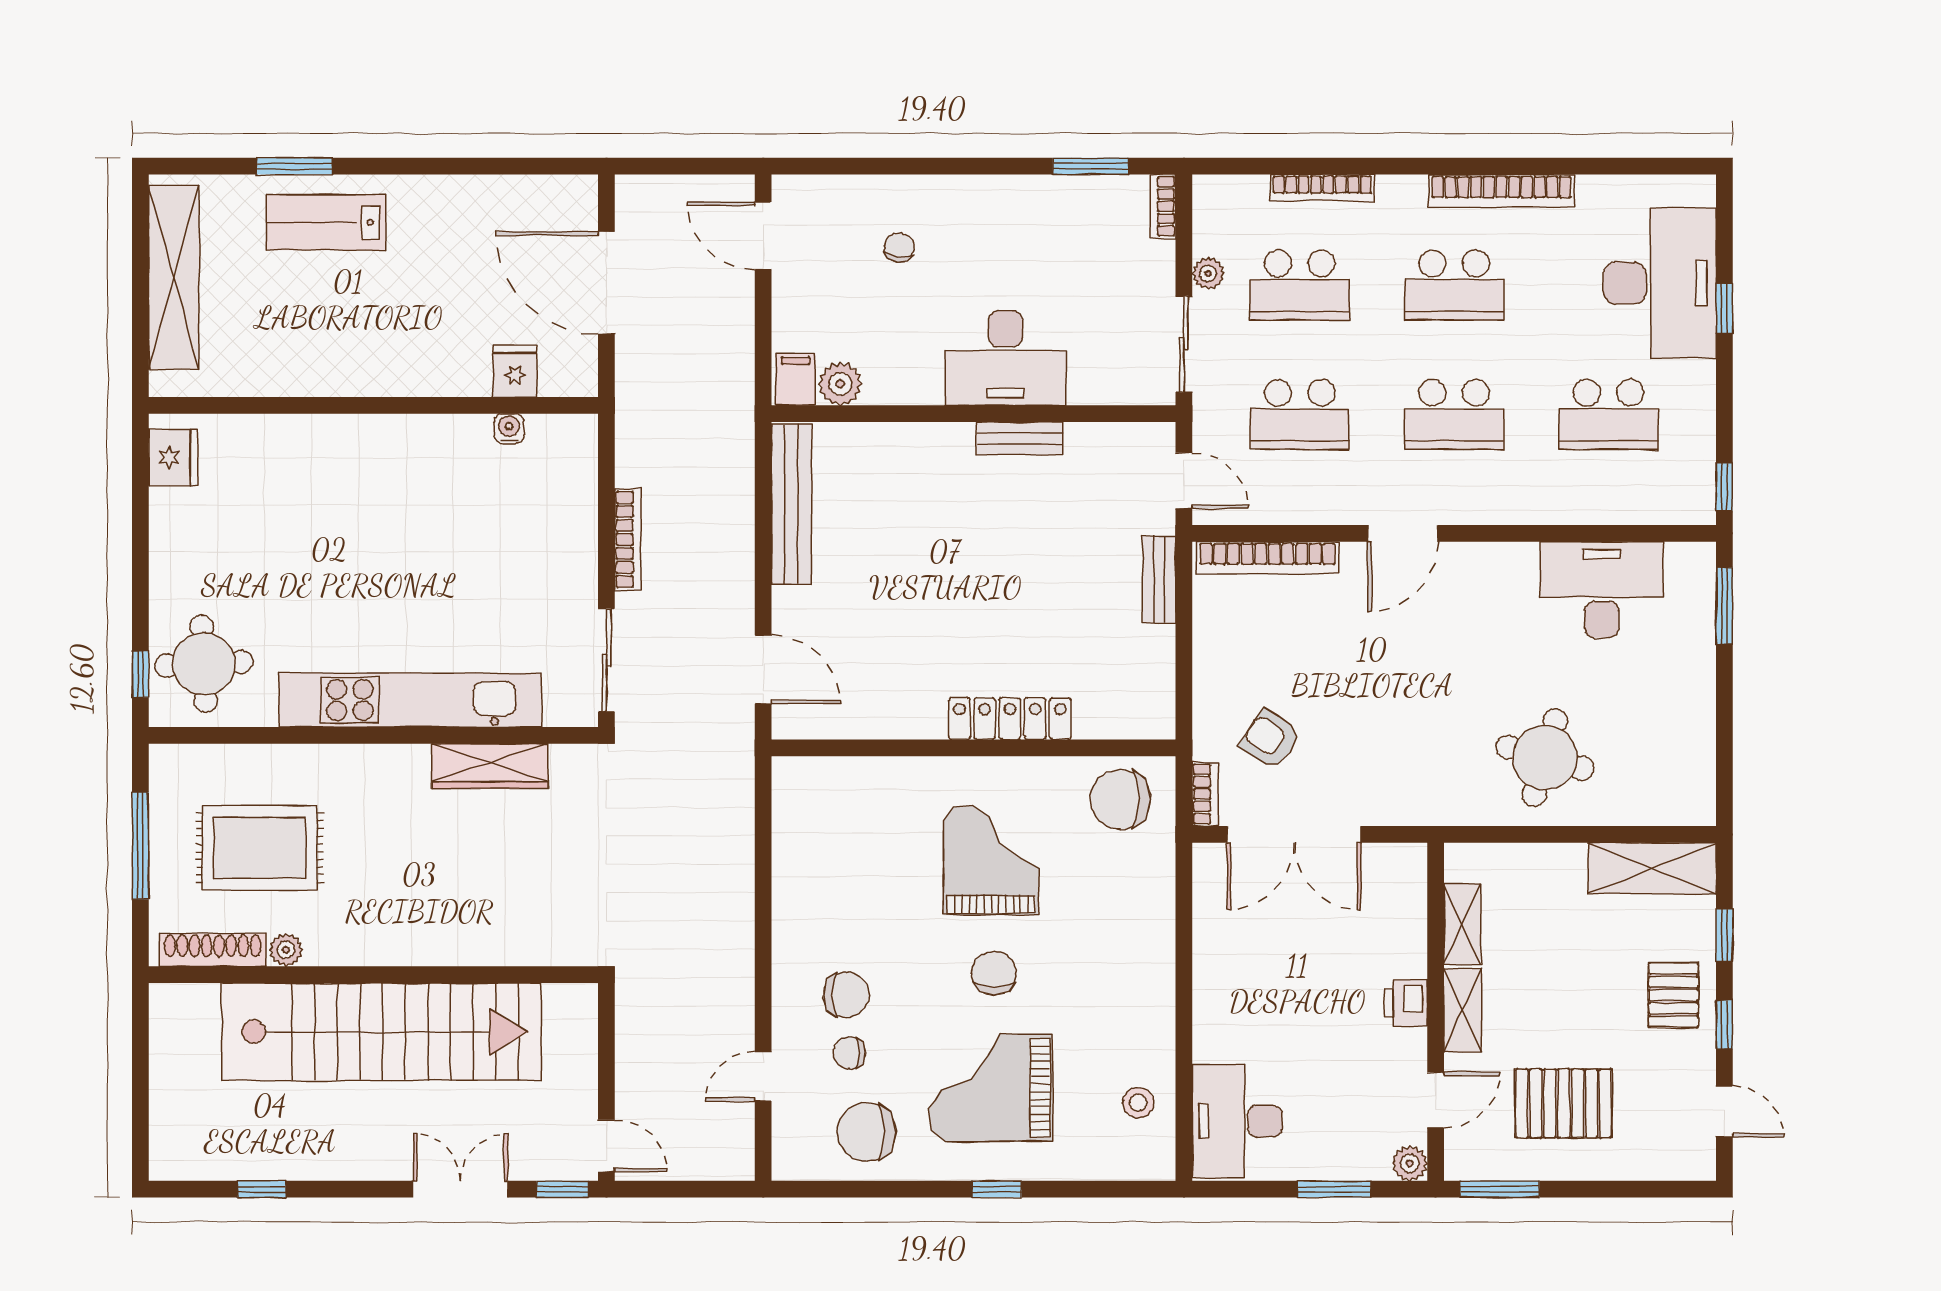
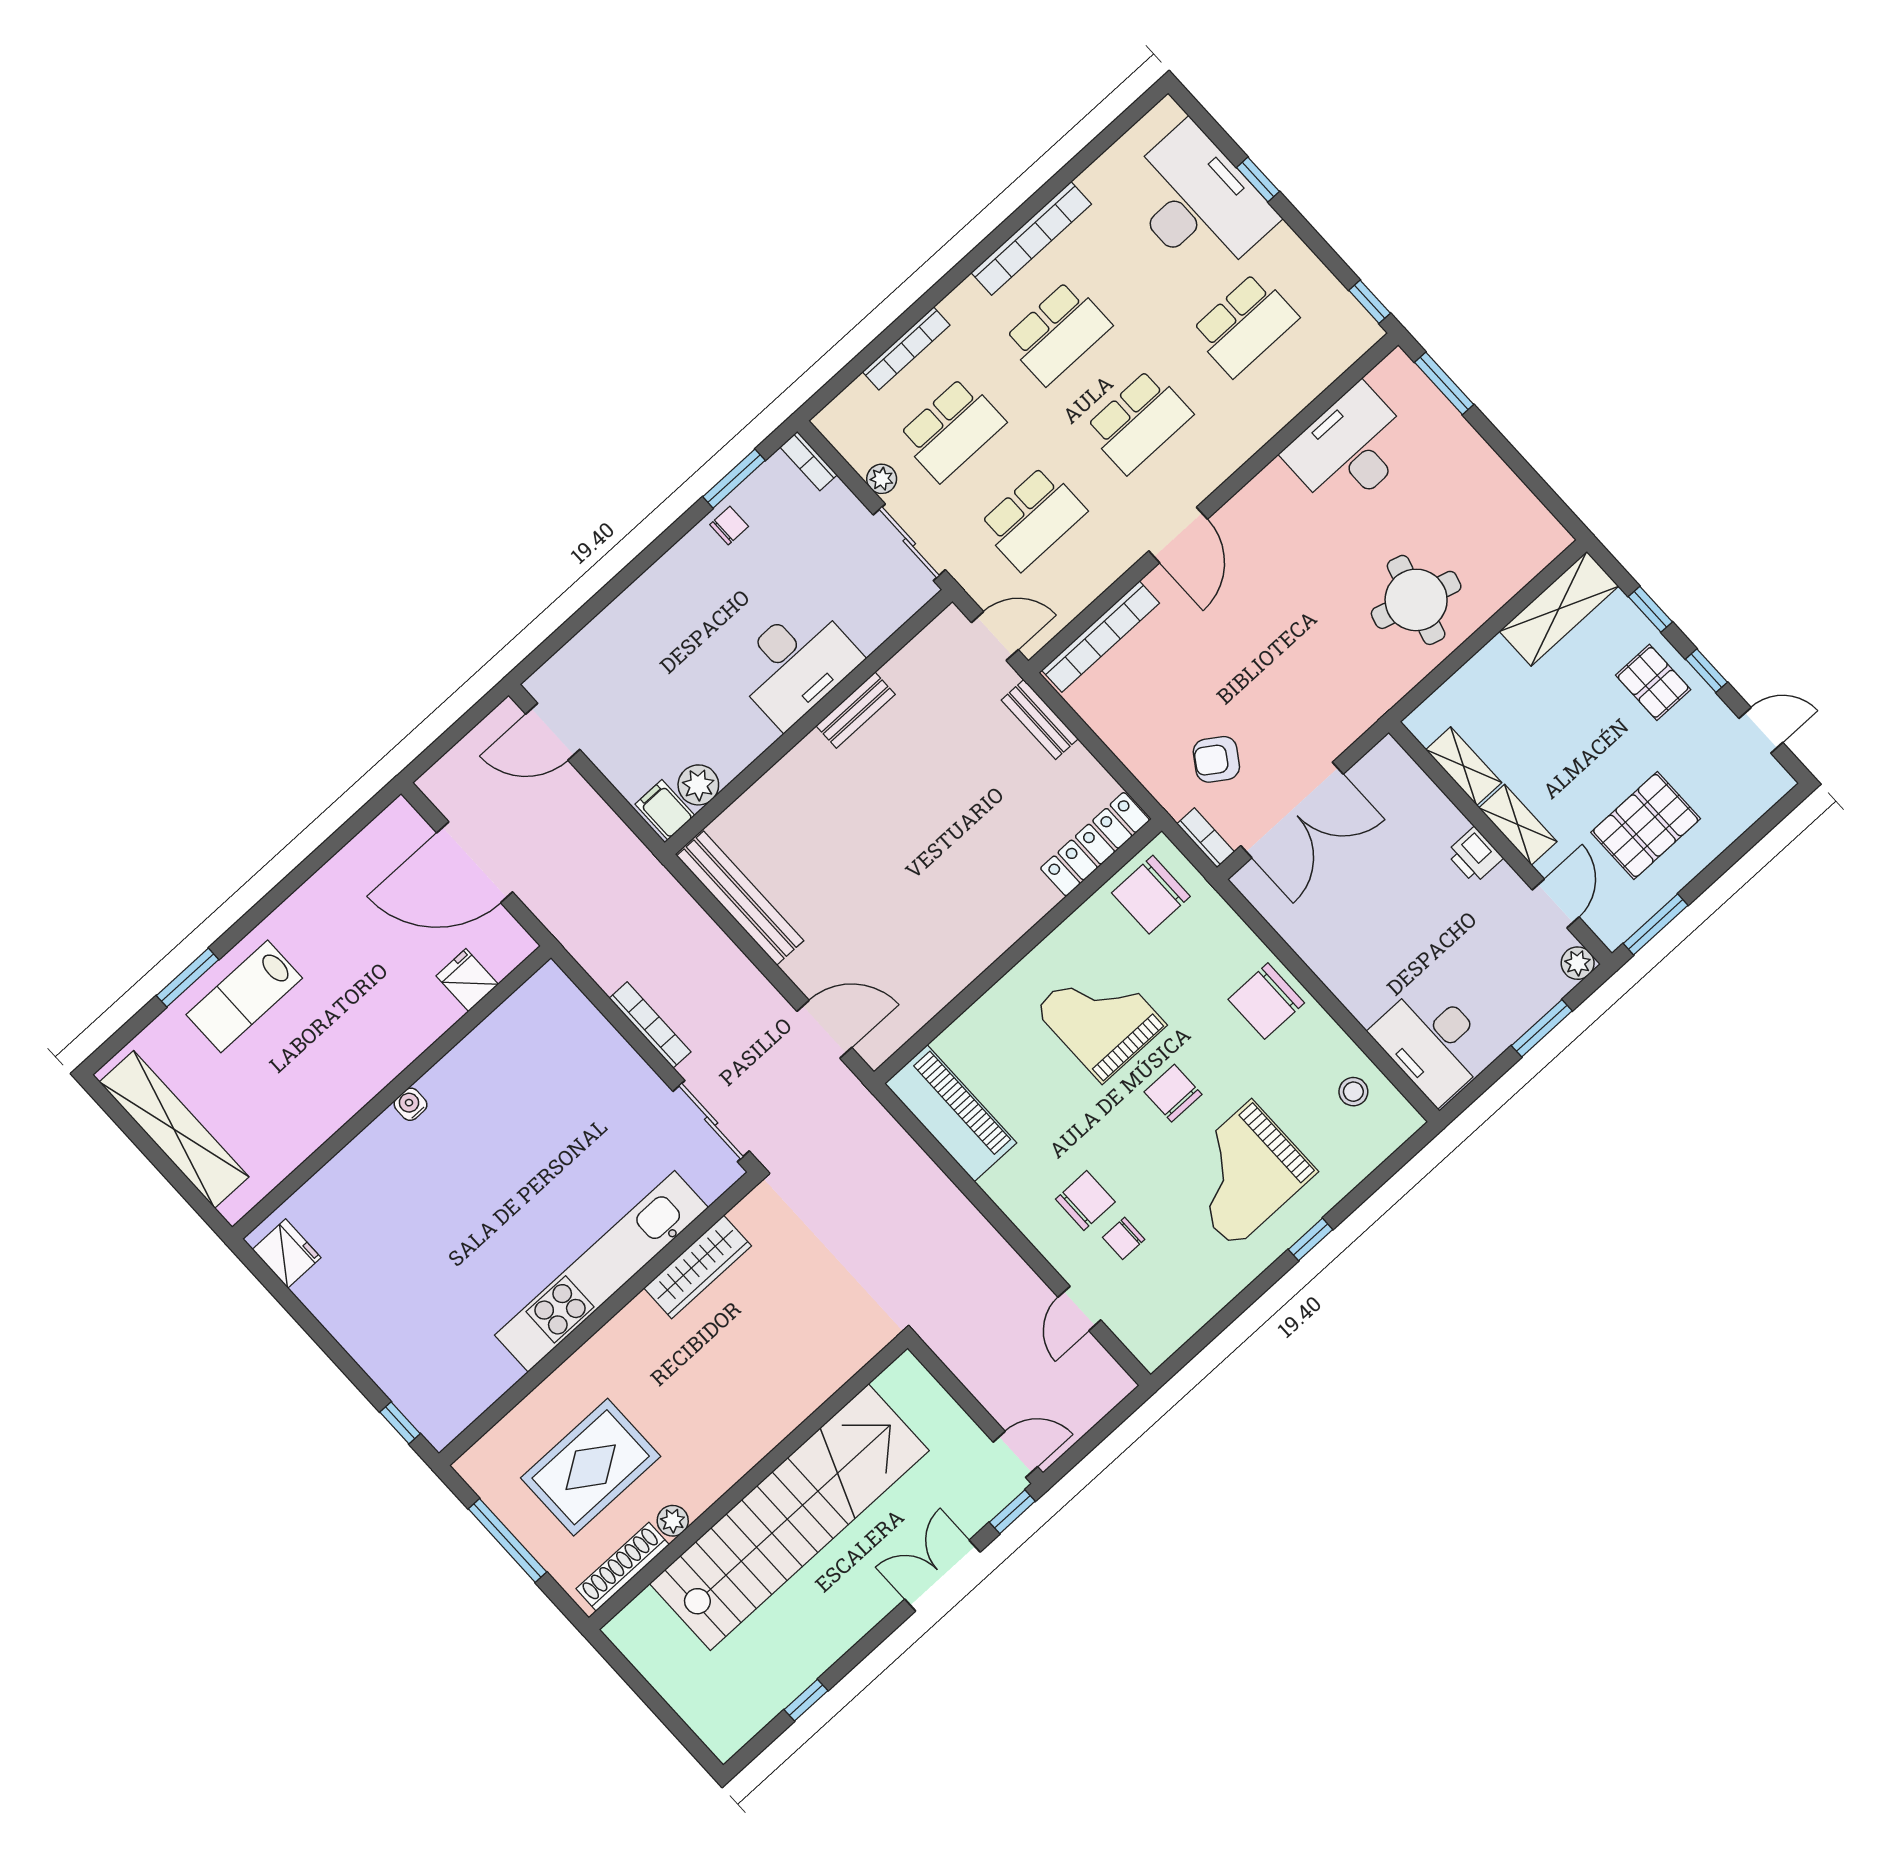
chair: (899, 248) -> (729, 526), moved, turned 82
water cooler: (509, 429) -> (410, 1104), moved
round table: (204, 664) -> (437, 1376), removed
locker: (1010, 719) -> (1095, 844), moved
piano: (803, 828) -> (951, 1113), added
chair: (866, 1132) -> (1266, 1001), moved

